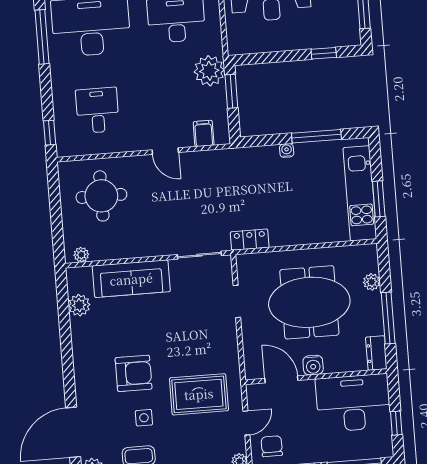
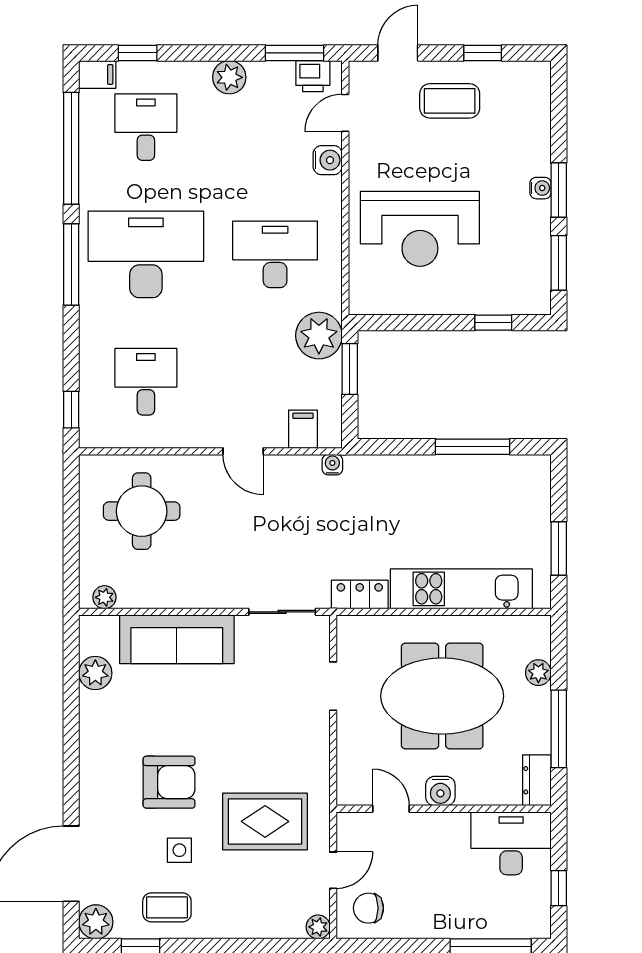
water cooler: (287, 150) -> (332, 465), moved
kitchen unit: (360, 193) -> (461, 589), moved, turned 90
door: (281, 379) -> (391, 809), width x0.73
desk: (353, 403) -> (511, 843), width x0.73, depth x0.77
chair: (272, 446) -> (368, 908), turned -90

